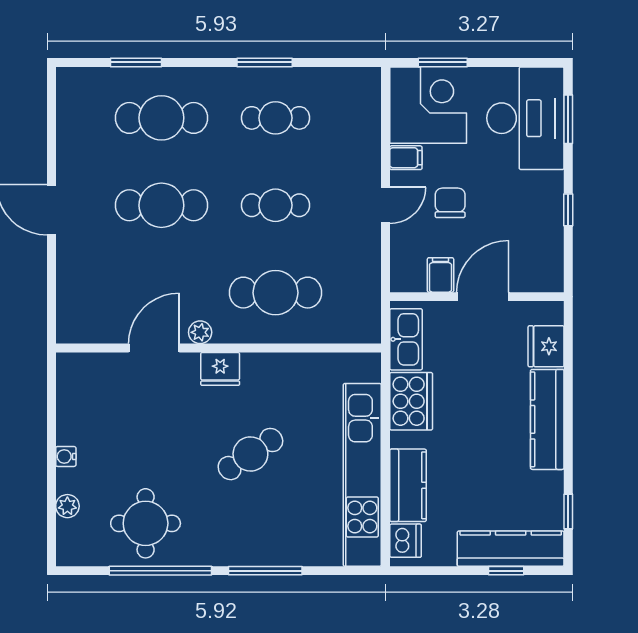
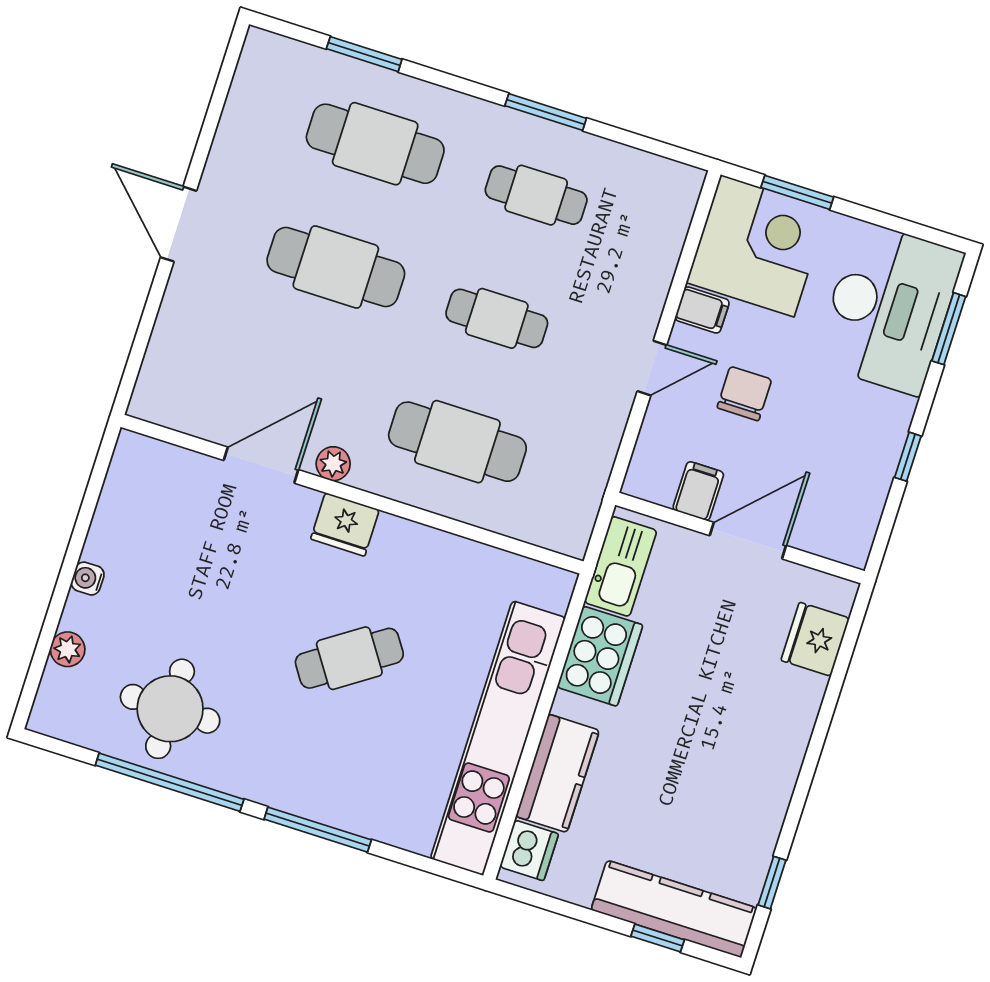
kitchen counter: (547, 419) -> (784, 743), removed

